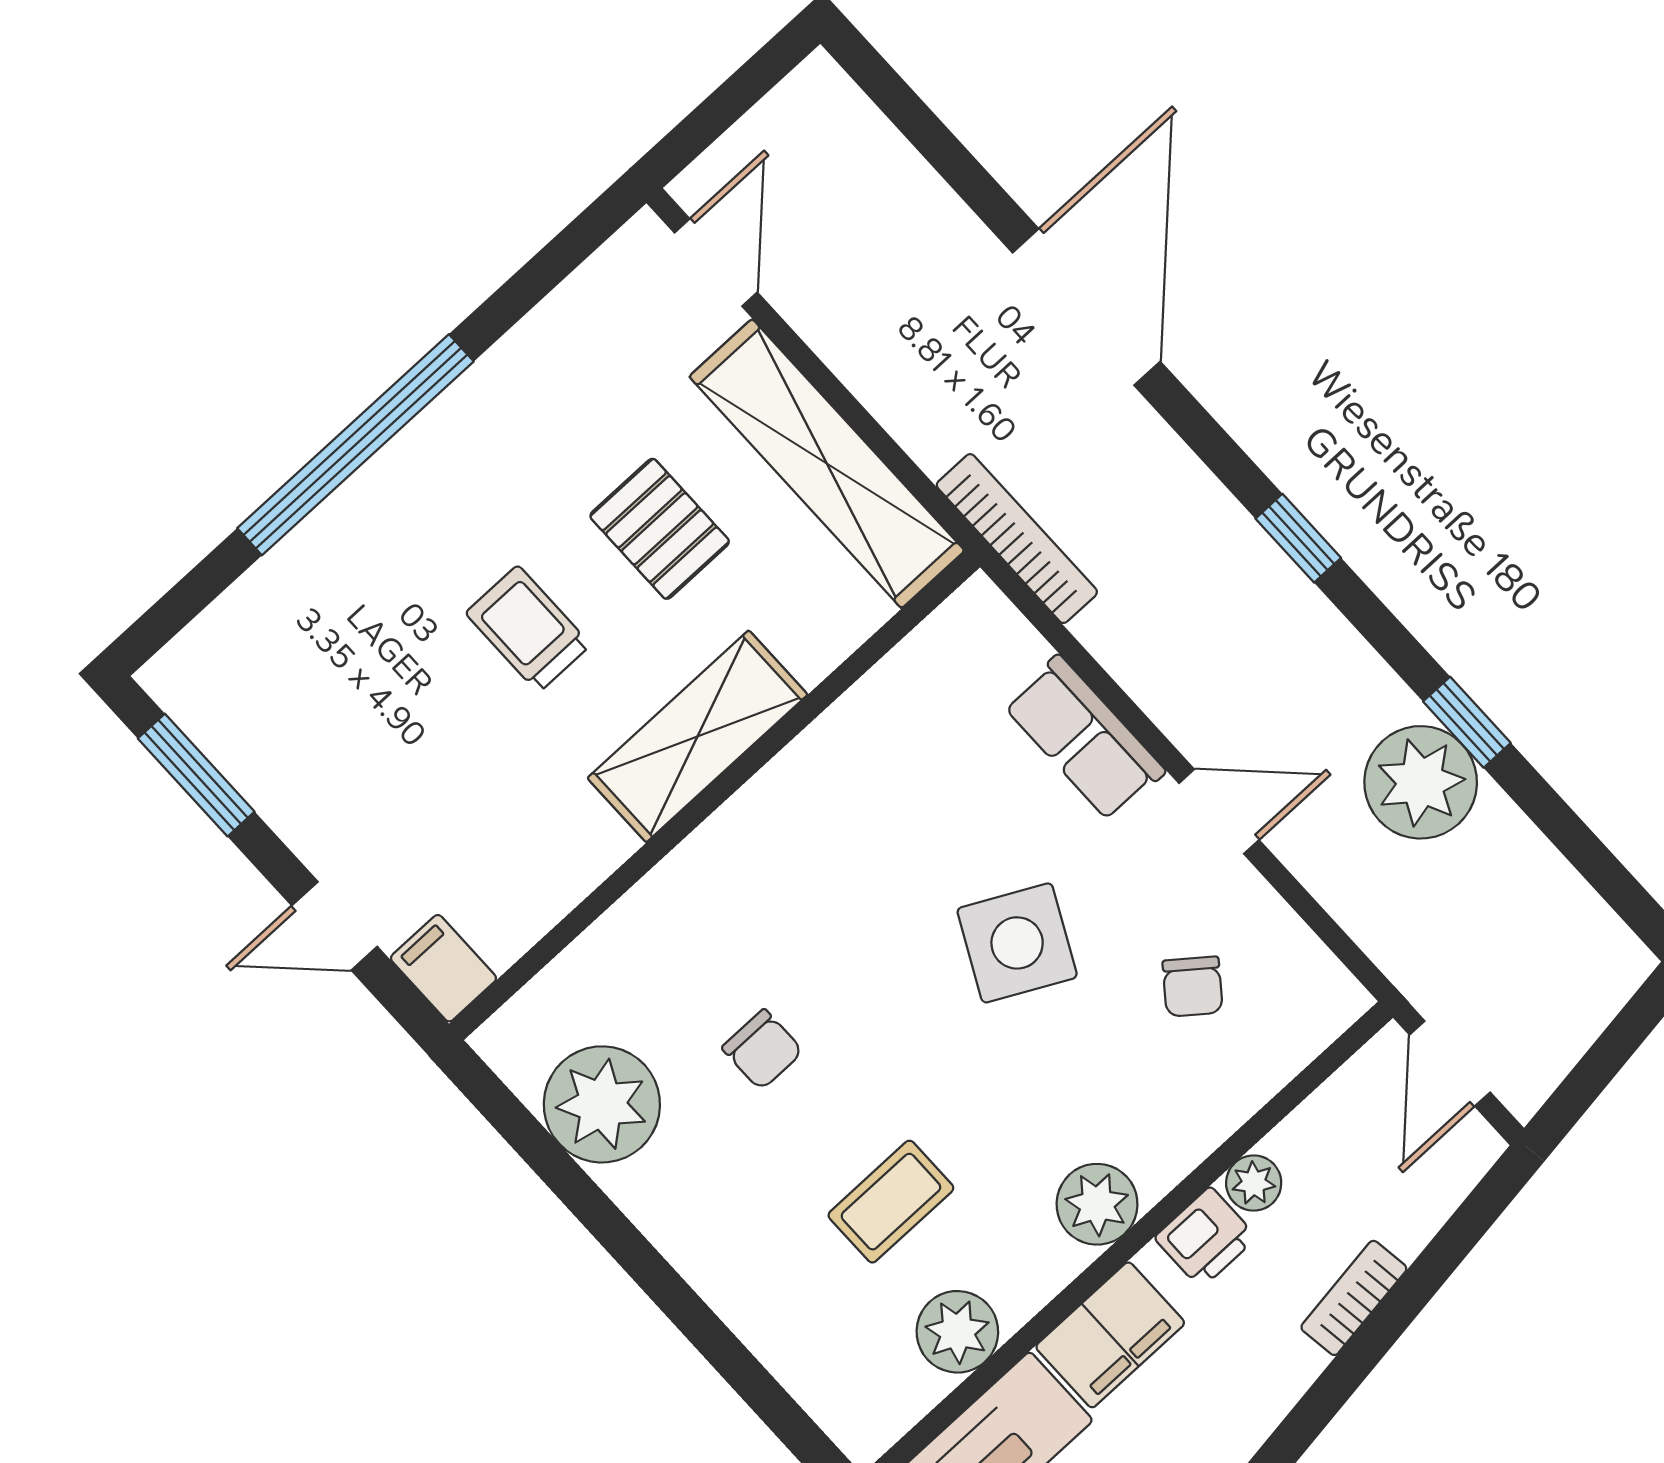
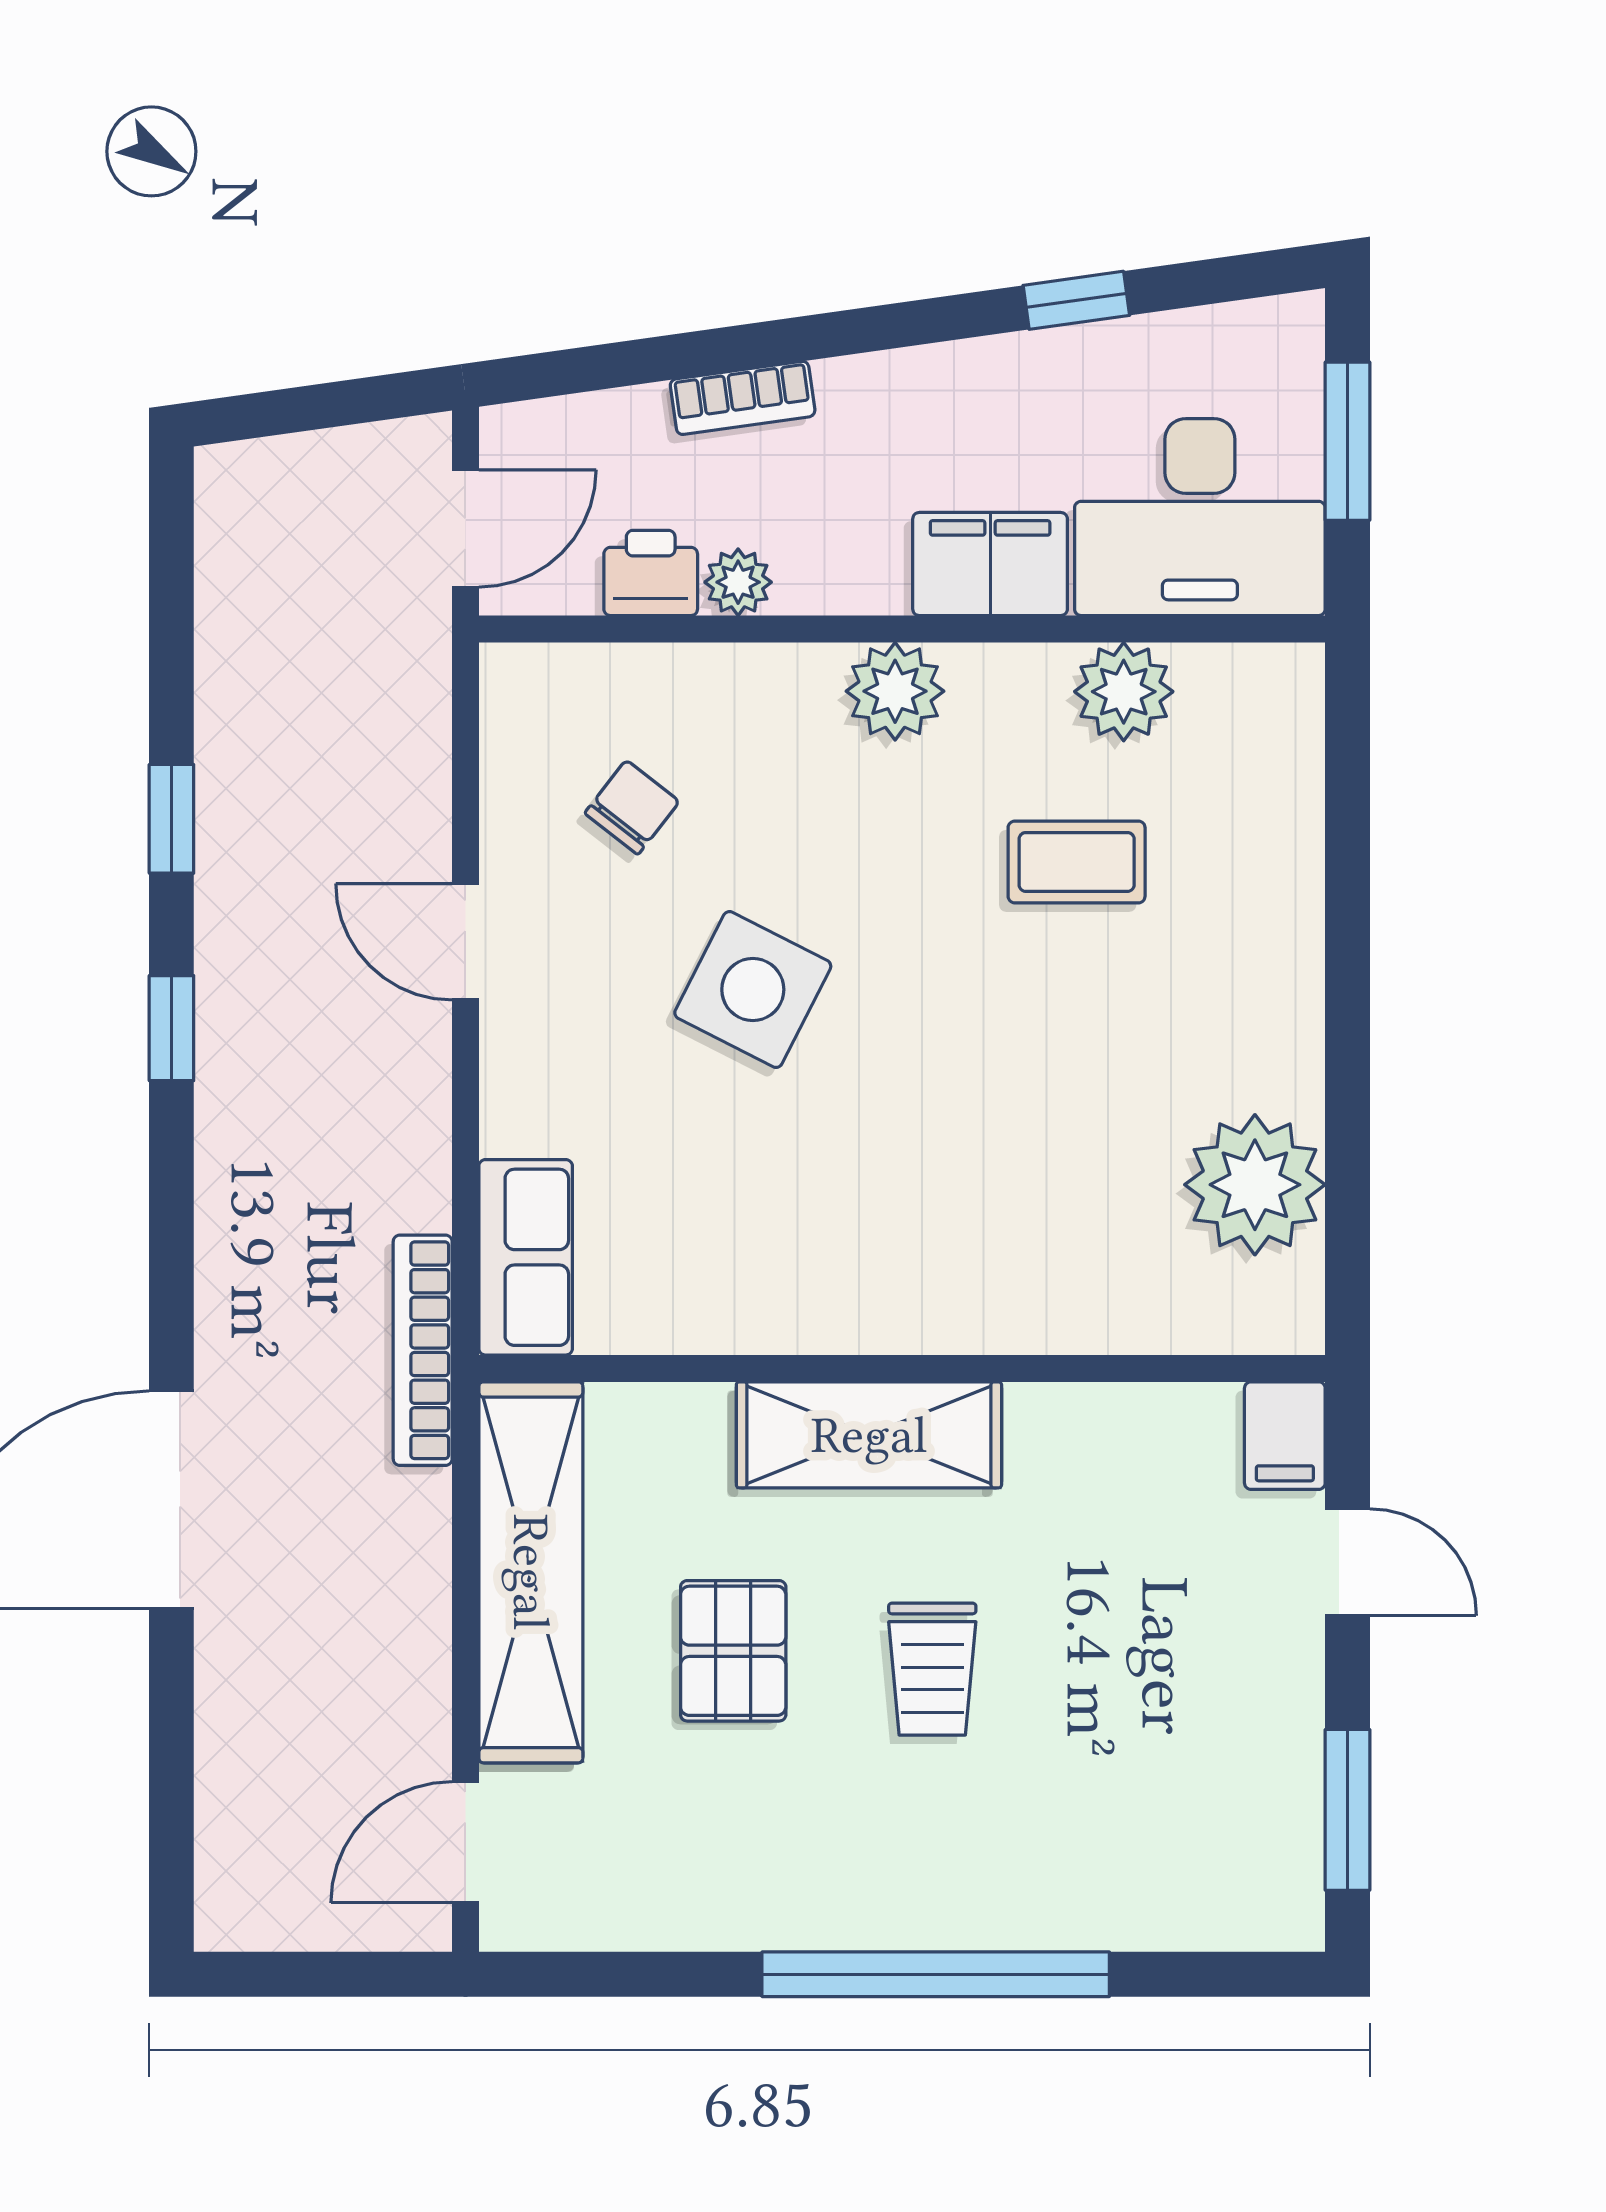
window: (1298, 538) -> (171, 1028), moved
row of seats: (1084, 738) -> (526, 1257), moved
plant: (1421, 782) -> (262, 803), removed
chair: (762, 1050) -> (1067, 1103), removed
printer: (1206, 1237) -> (651, 573), moved

